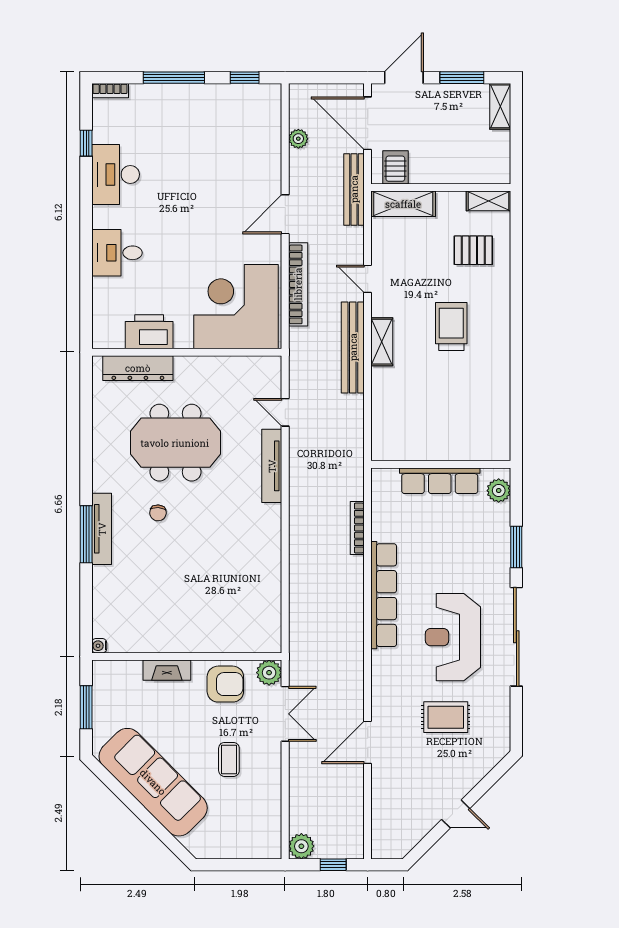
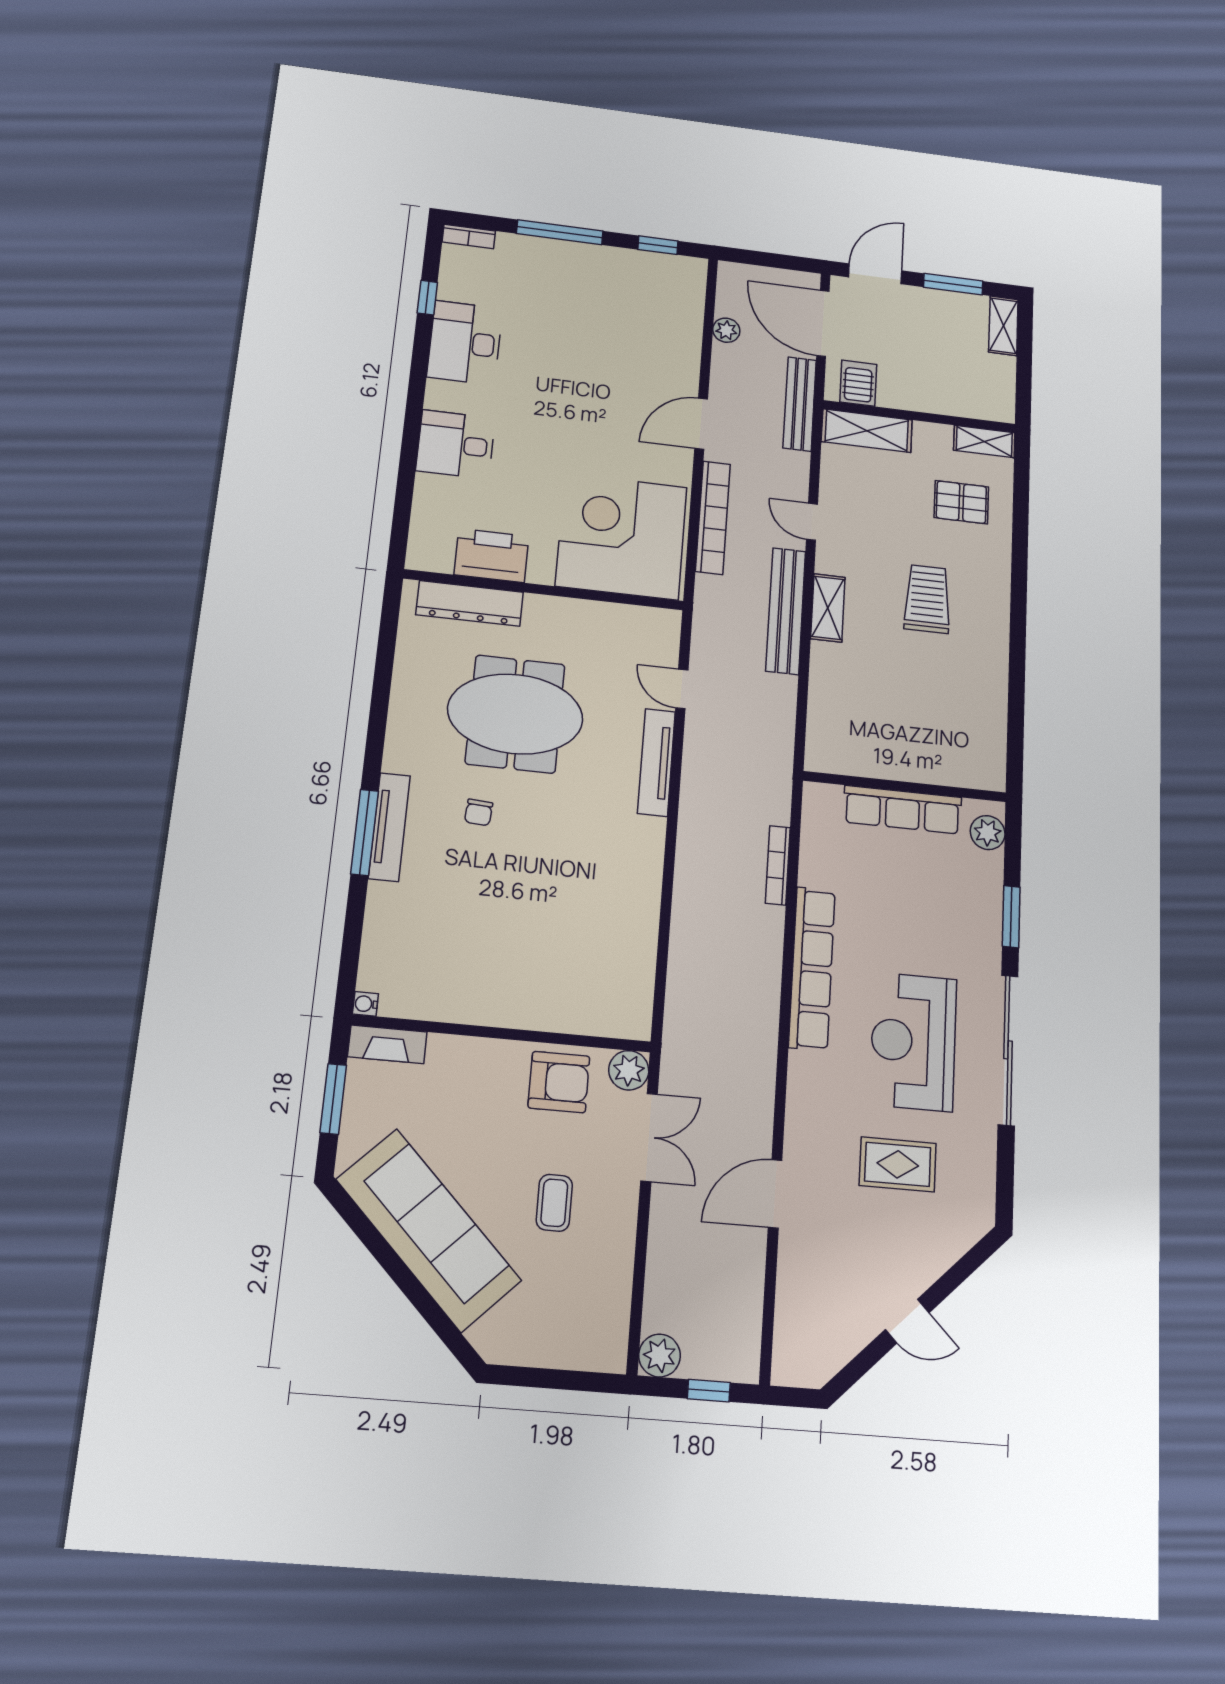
fireplace: (167, 670) -> (387, 1044), moved

